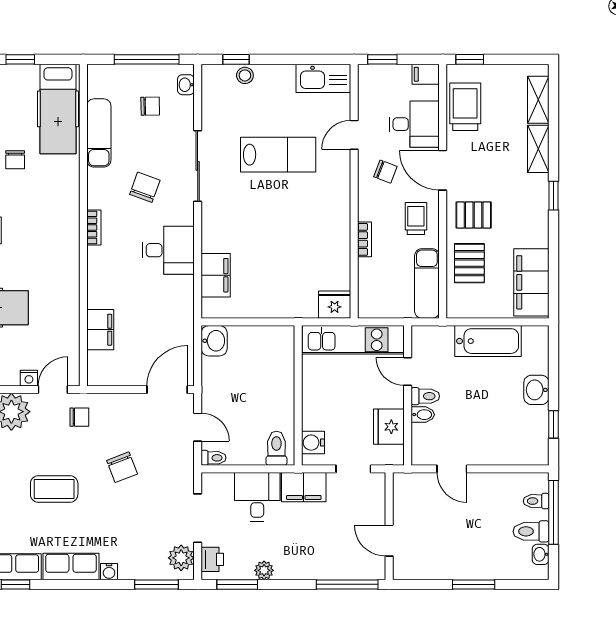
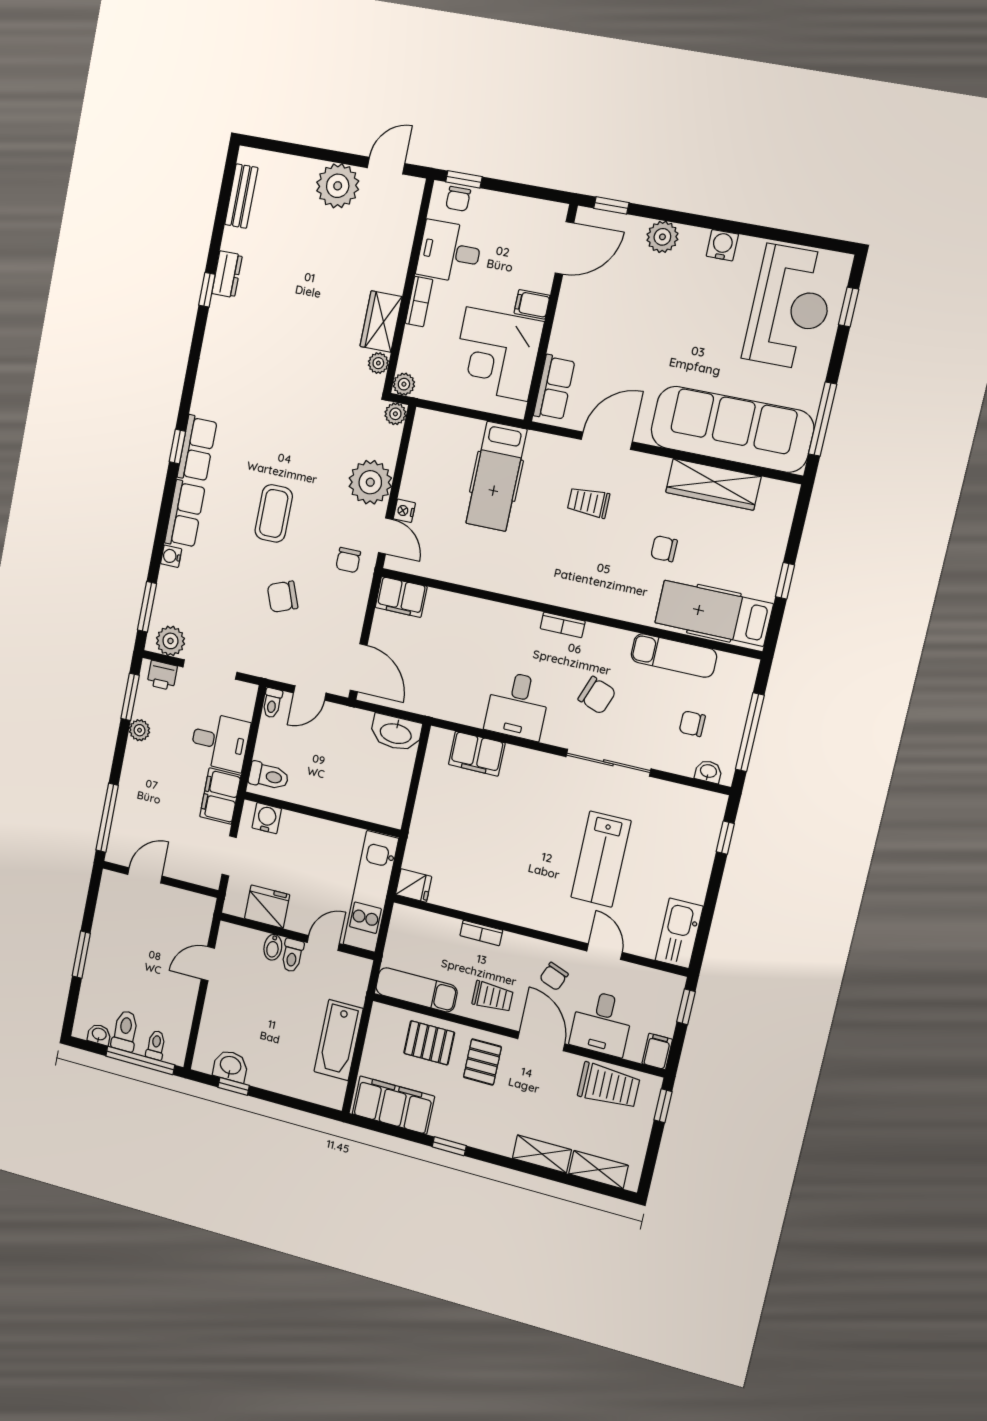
stool: (245, 75) -> (704, 843), removed
chair: (150, 106) -> (692, 724), turned 91
door: (443, 170) -> (541, 1041), hinge flipped
window: (554, 196) -> (449, 1146), moved
fridge: (335, 305) -> (414, 886), width x0.72
filing cabinet: (100, 330) -> (401, 597), moved
washbasin: (214, 341) -> (396, 733), width x1.38
washbasin: (536, 390) -> (230, 1066), moved

